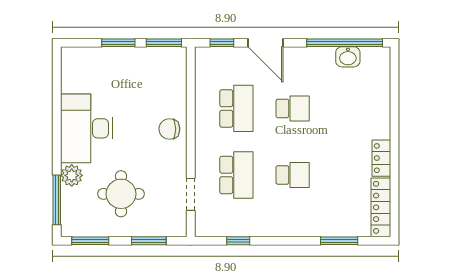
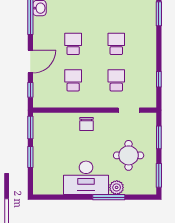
school desk: (236, 108) -> (73, 80), width x0.54
school desk: (236, 175) -> (116, 80), width x0.54
window: (57, 200) -> (109, 197), moved

